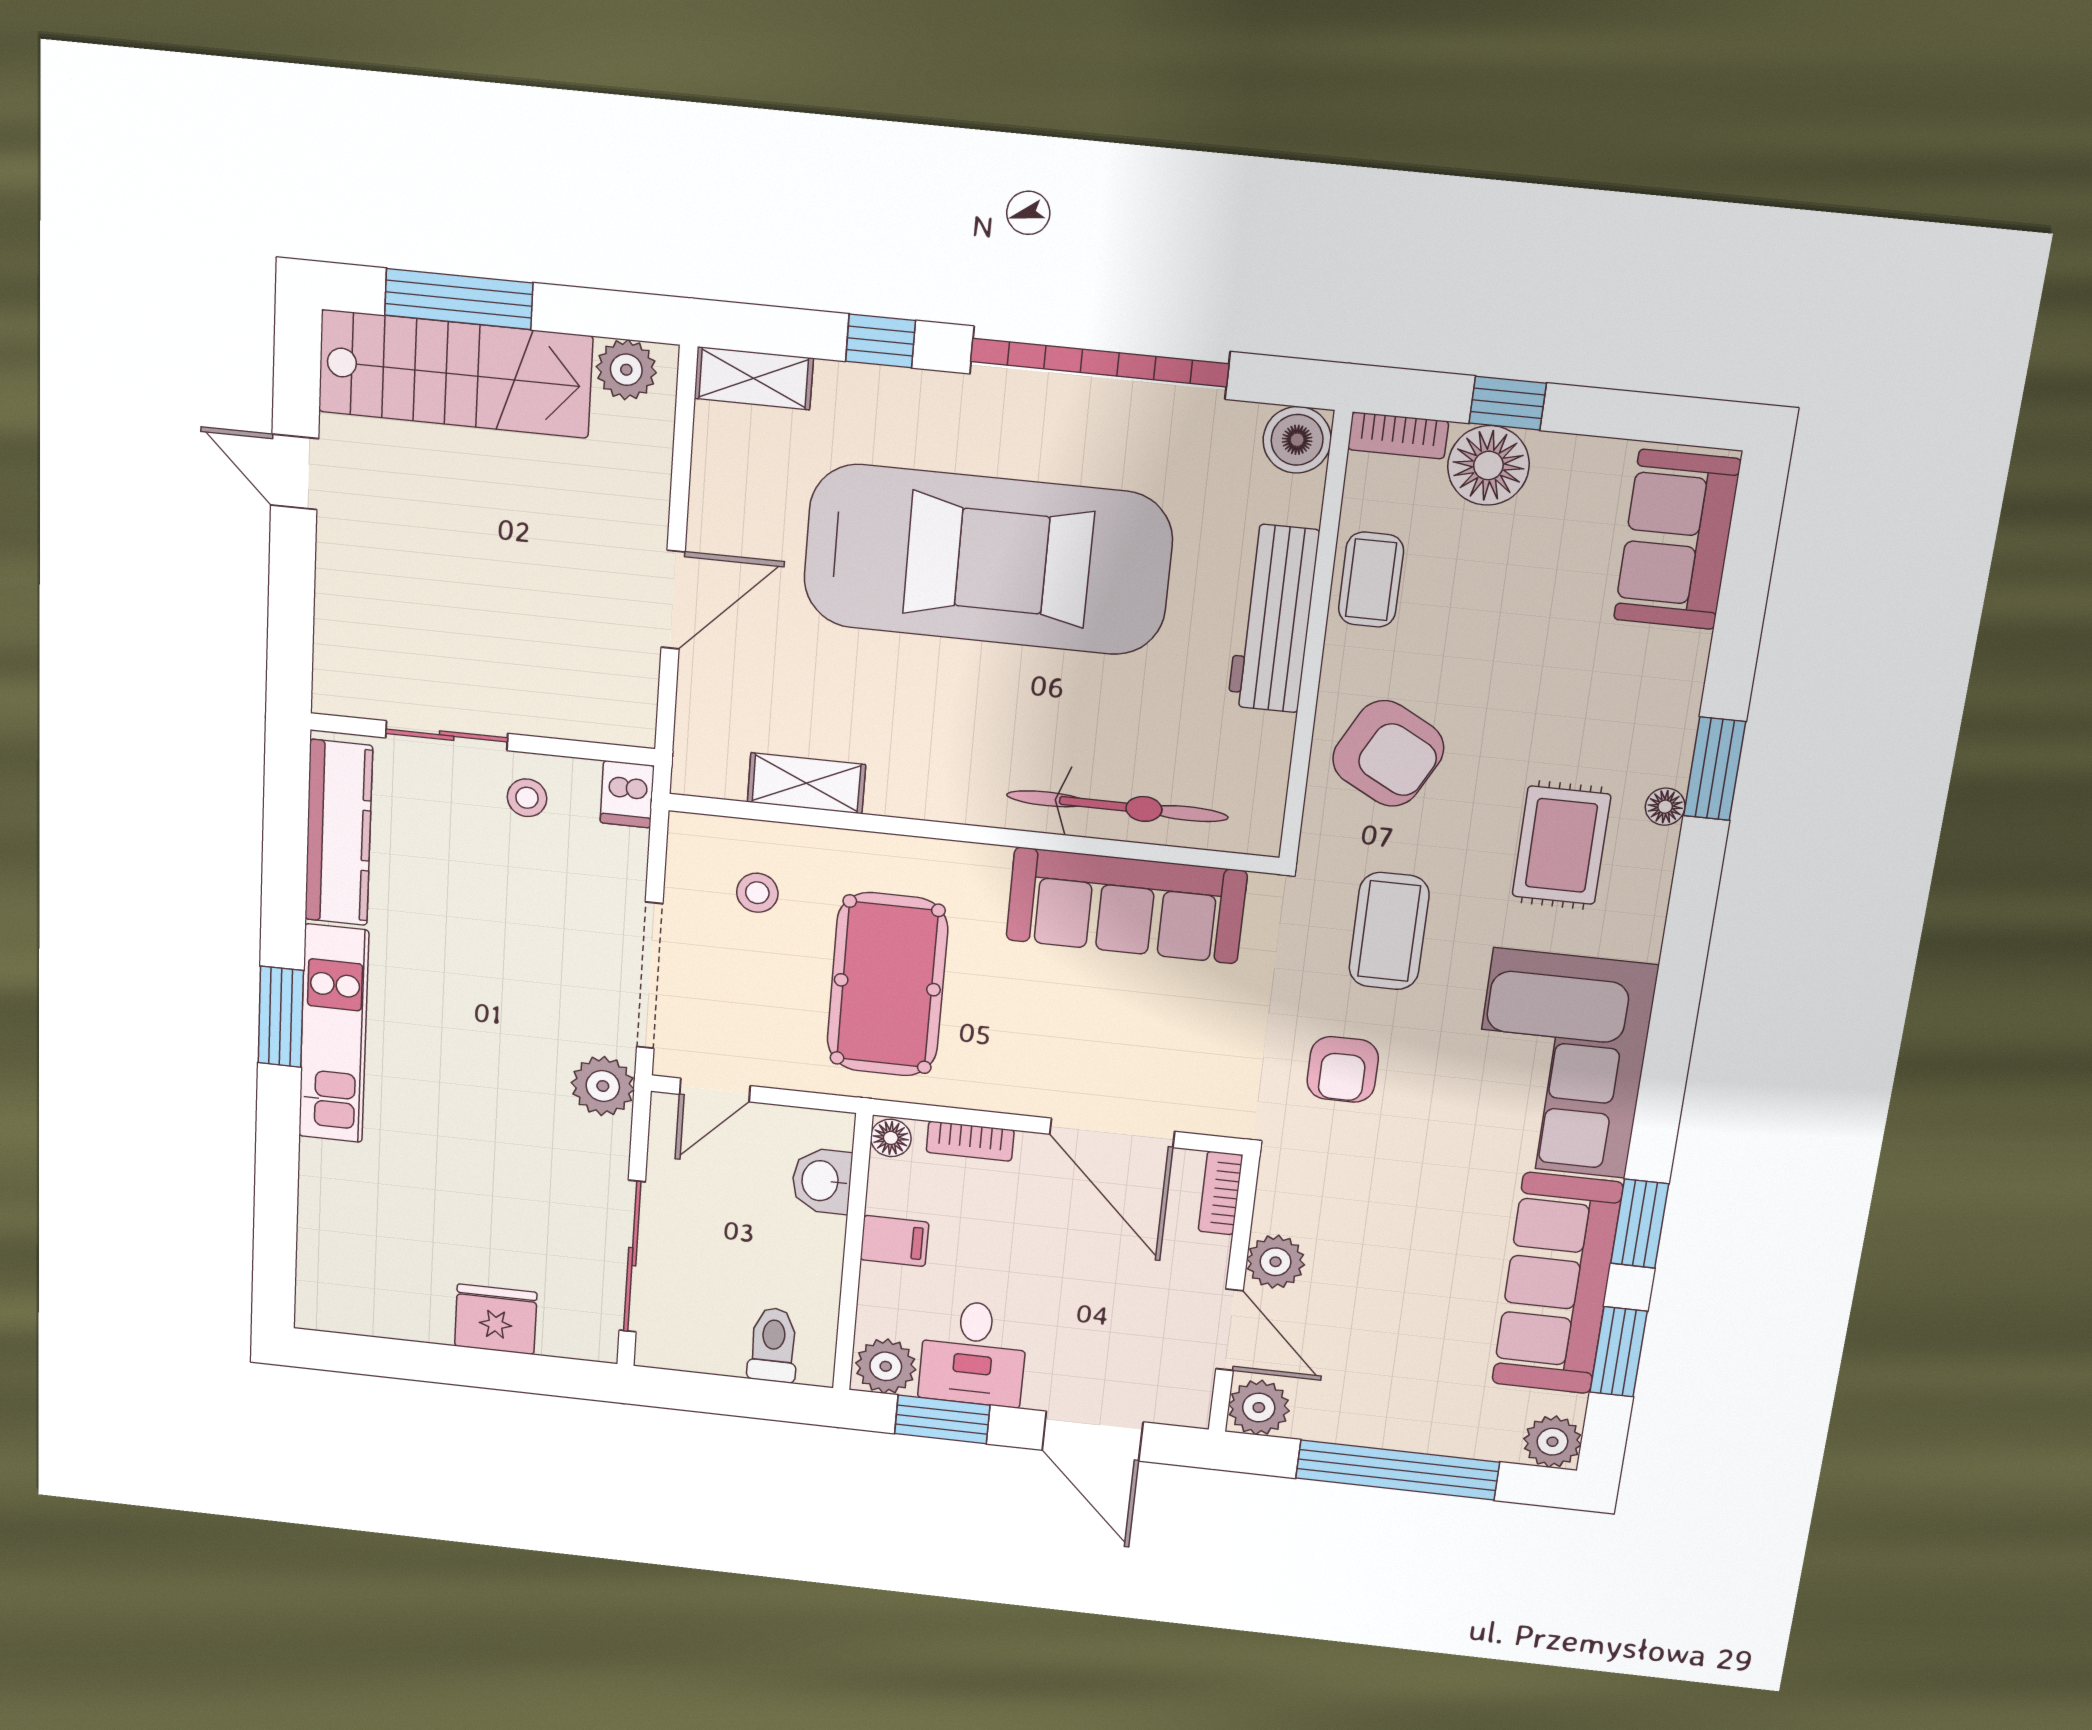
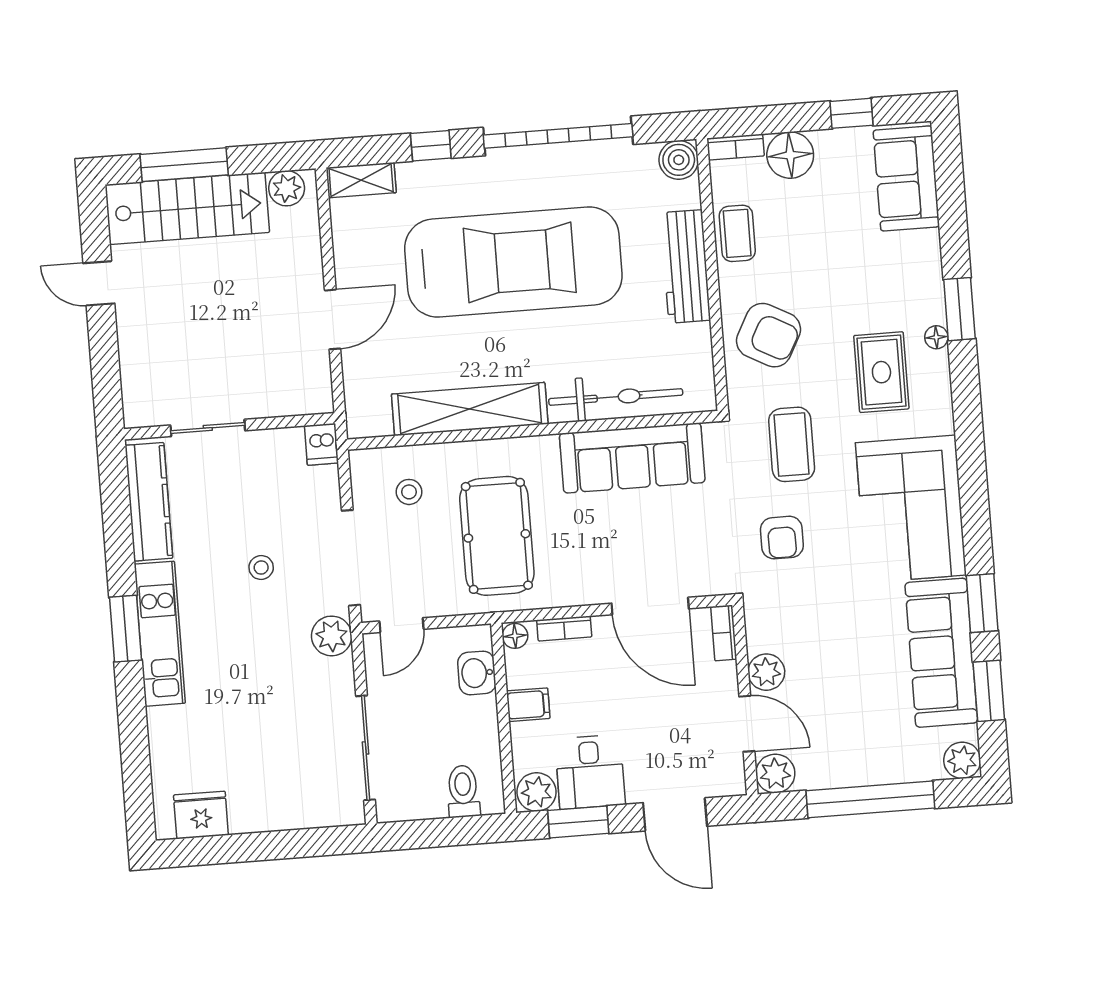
window: (1508, 403) -> (851, 113), moved
shelving: (806, 783) -> (470, 409), width x2.20, depth x1.33
stool: (527, 798) -> (261, 567), moved
fridge: (496, 1319) -> (201, 815), moved

